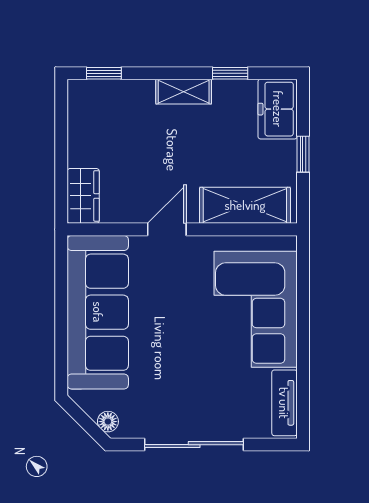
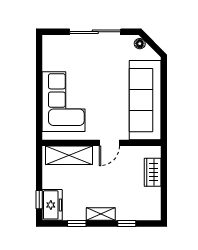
window: (104, 73) -> (127, 223), moved
window: (303, 154) -> (39, 200), moved
wardrobe: (83, 196) -> (153, 172), moved
tv unit: (284, 403) -> (49, 53), removed

